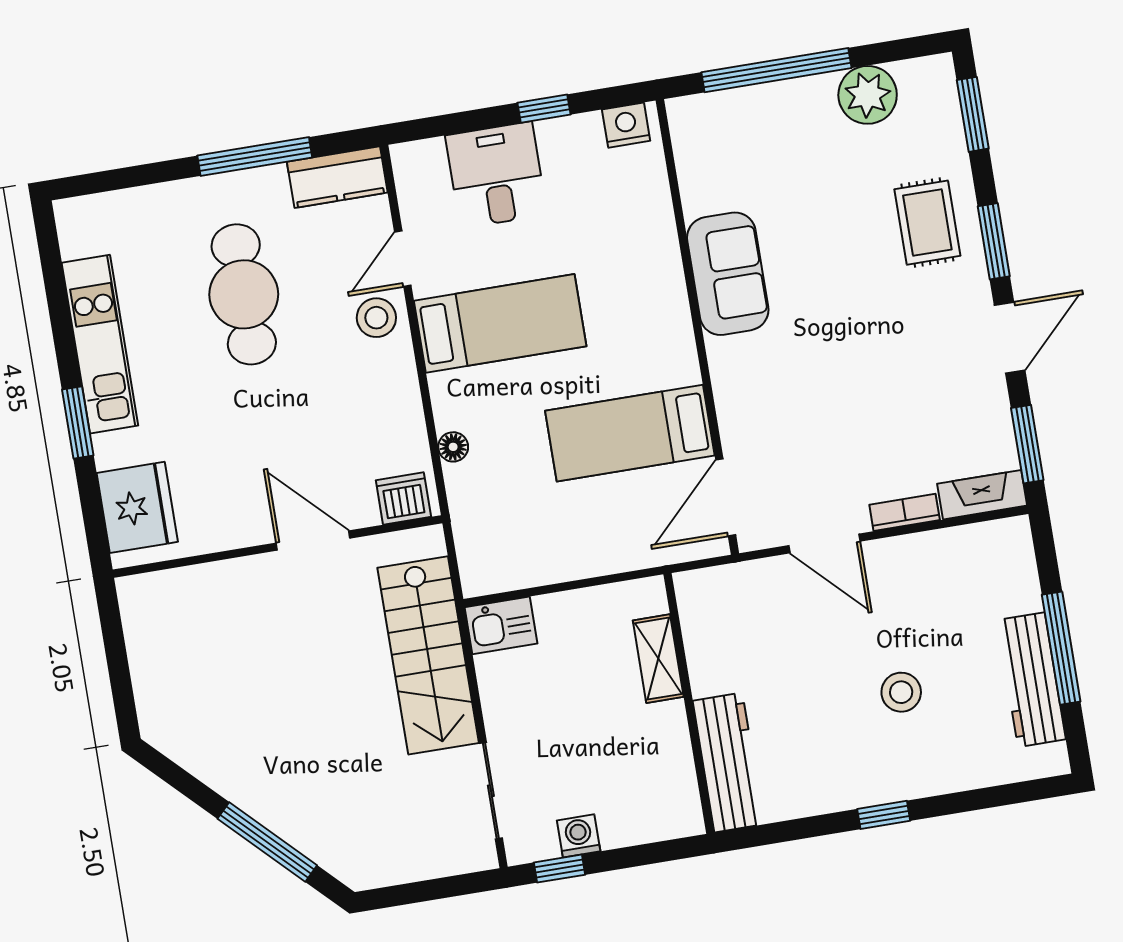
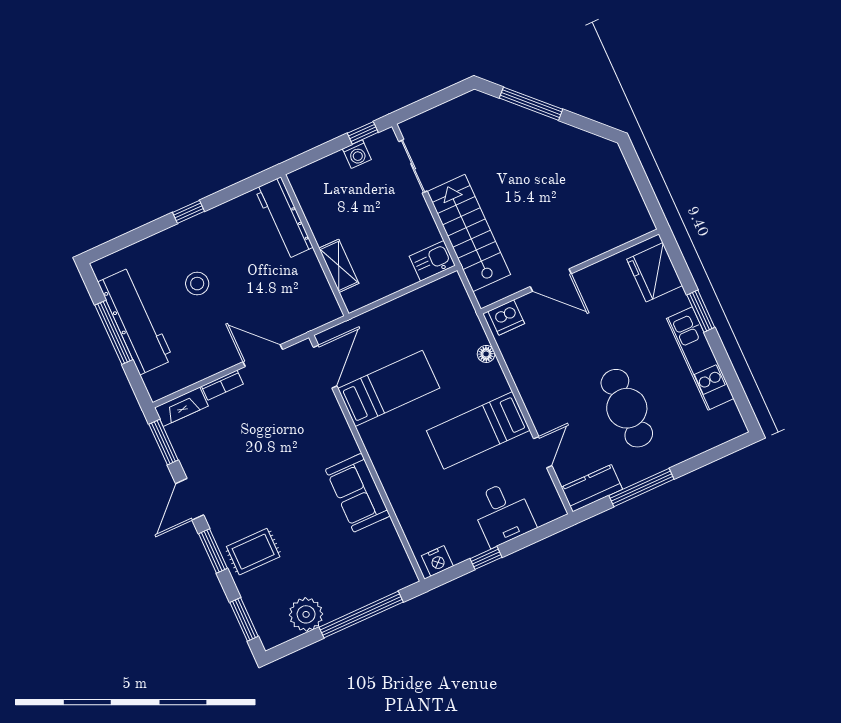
rug: (927, 223) -> (253, 552), turned 90
stool: (376, 318) -> (549, 415), removed
workbench: (1031, 680) -> (136, 321), width x1.36, depth x1.32

